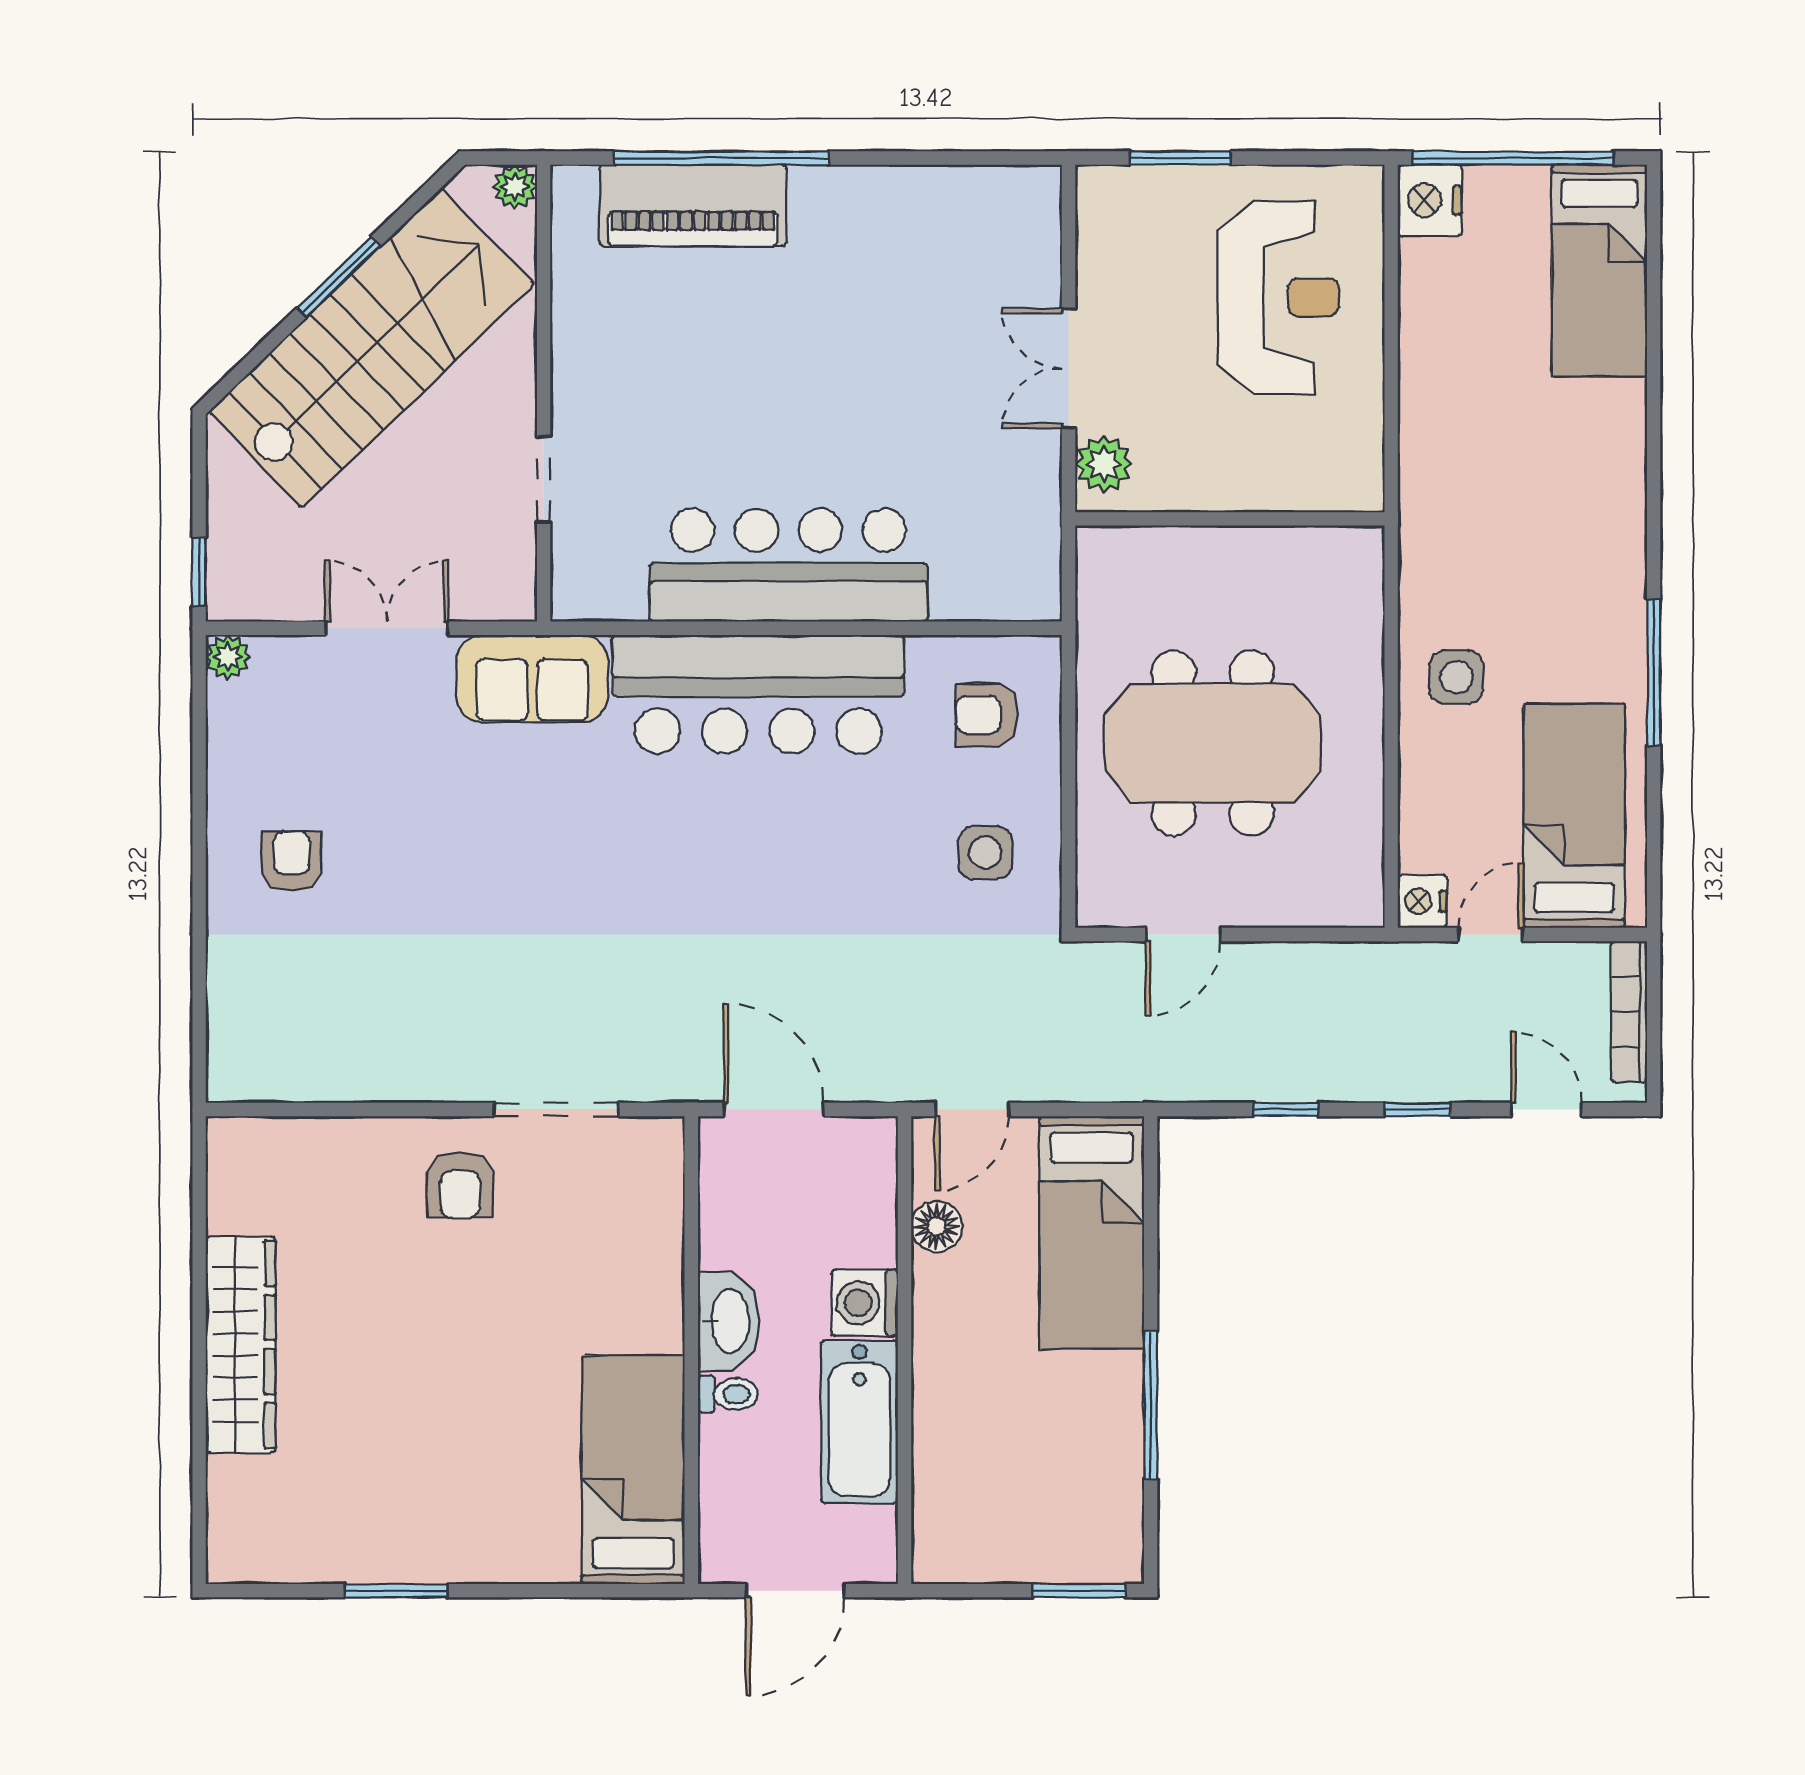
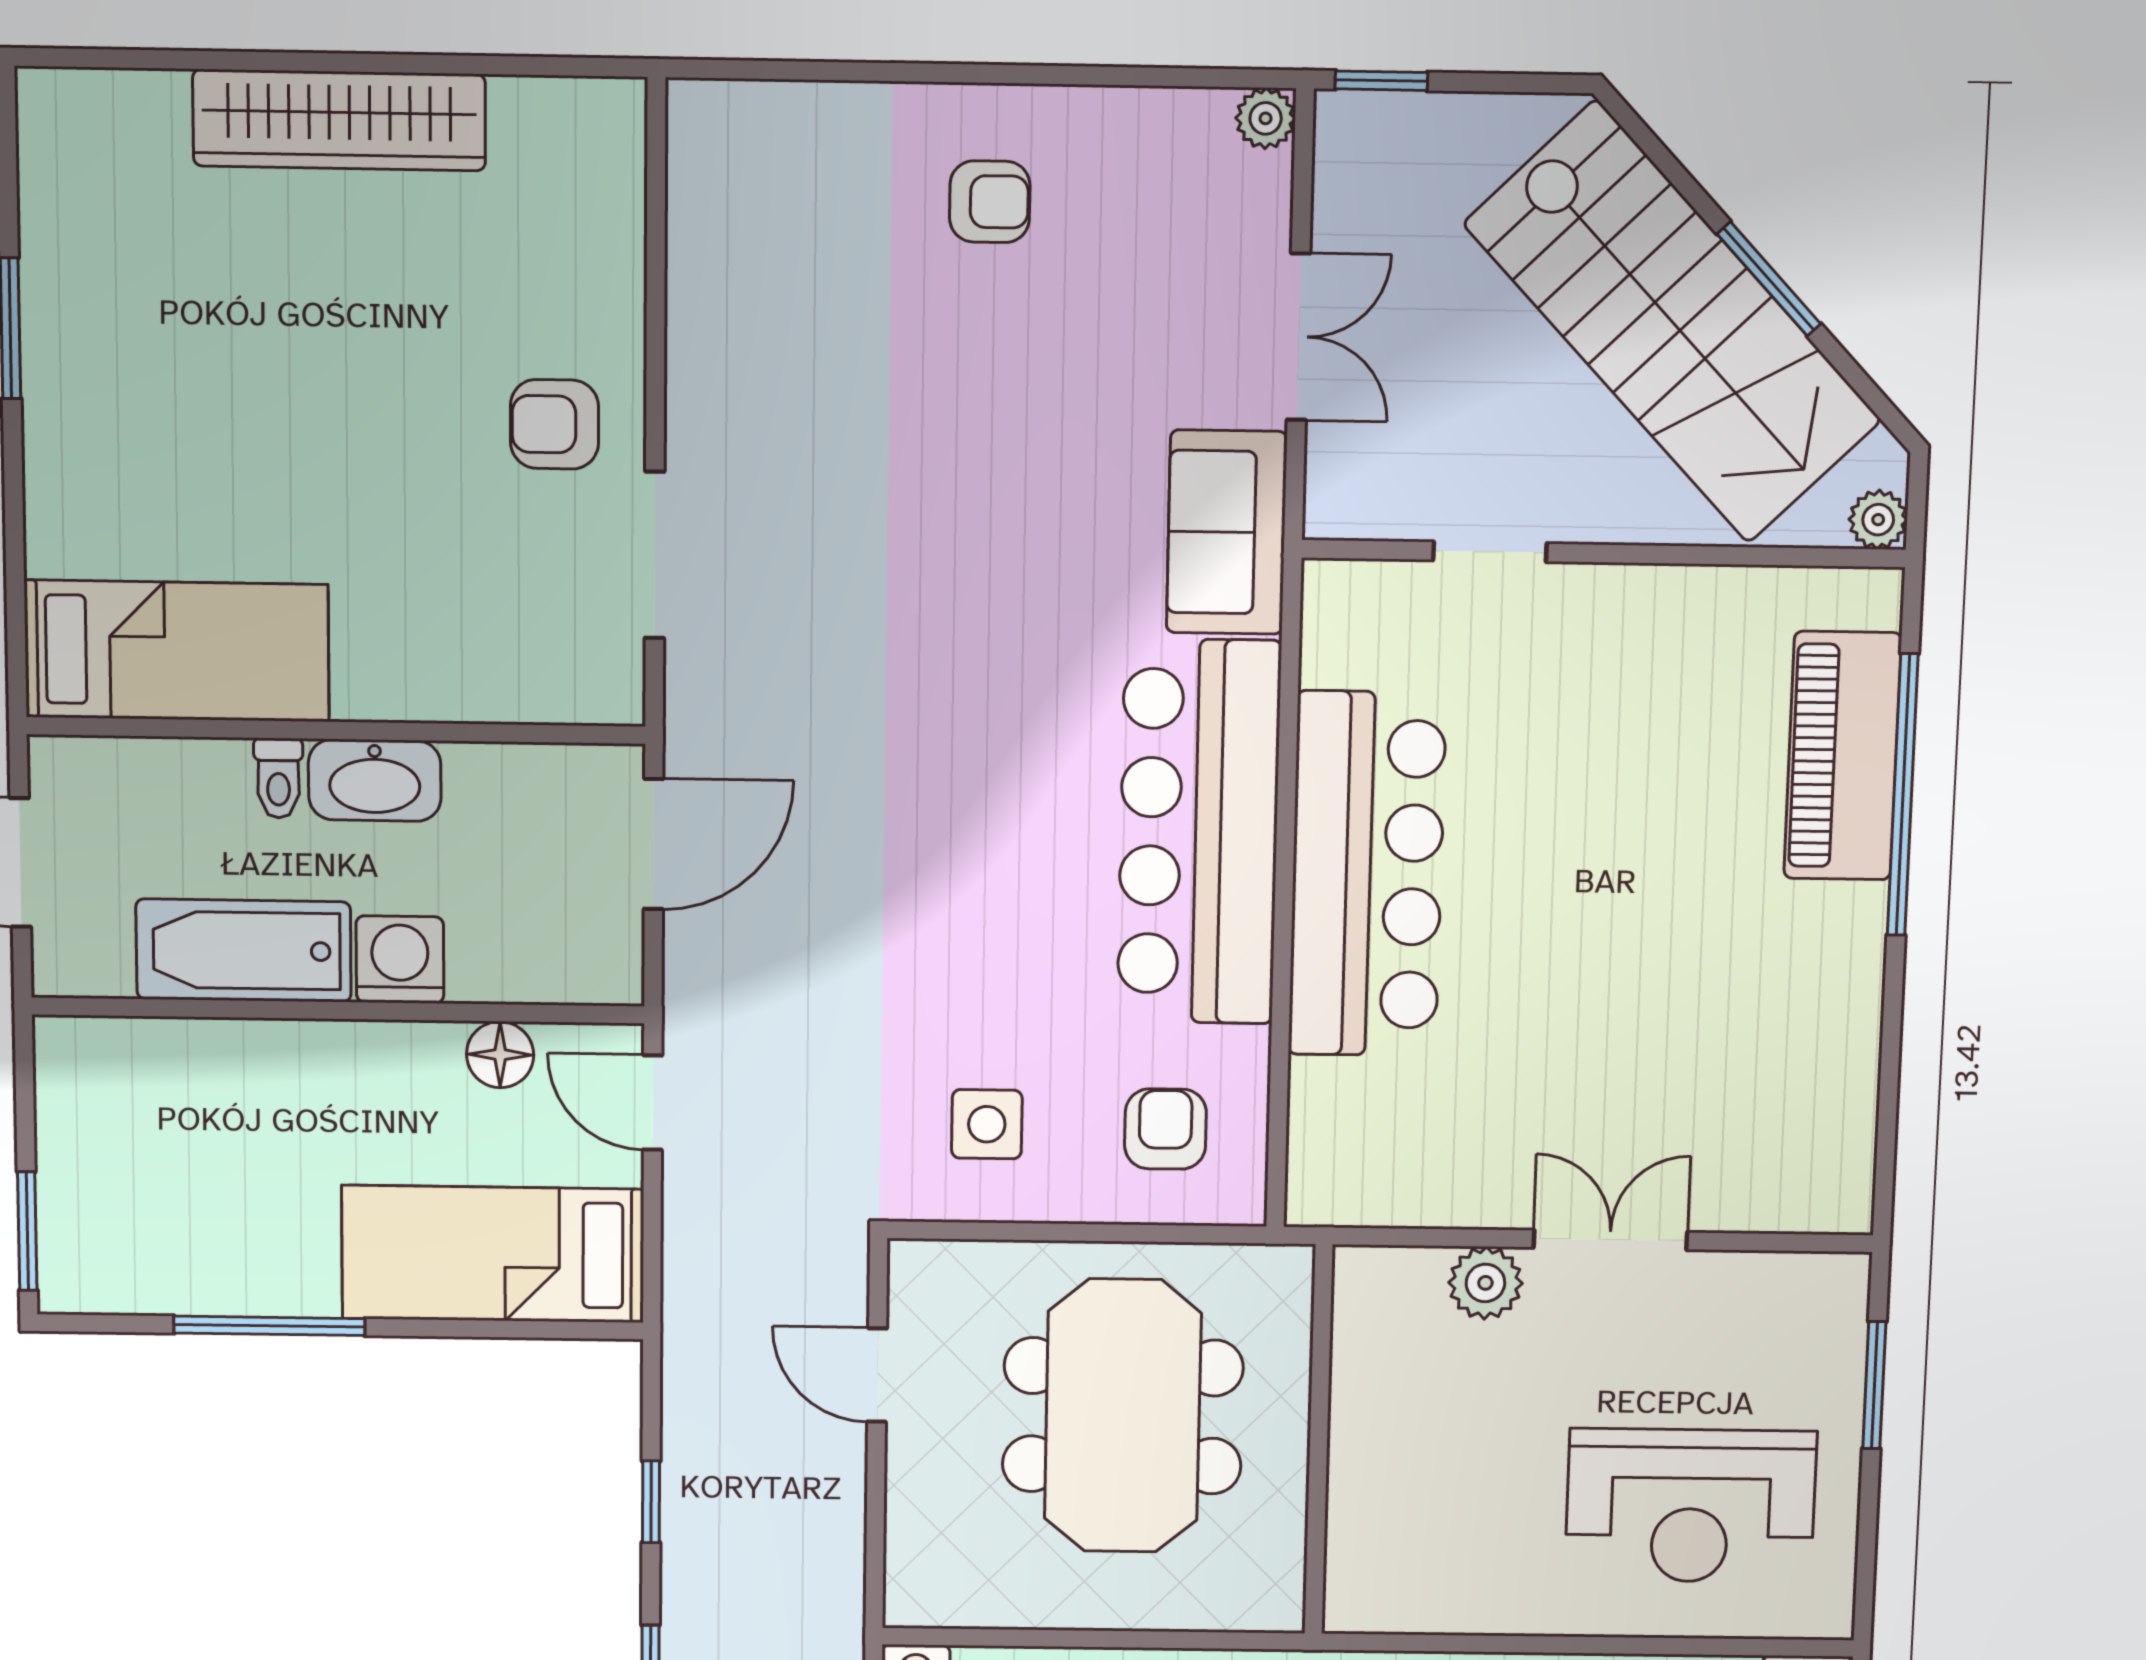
wall: (1230, 519) -> (1319, 1440), moved

